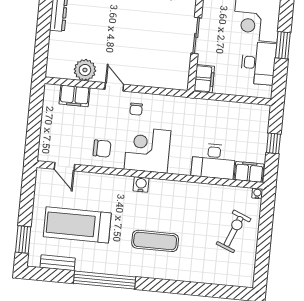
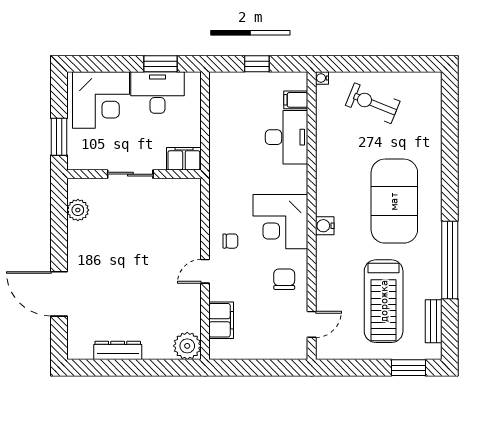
window: (283, 45) -> (161, 64), moved
plant: (85, 70) -> (187, 346), moved
filing cabinet: (249, 172) -> (296, 100), width x0.50
exercise mat: (155, 241) -> (394, 201), width x2.00, depth x1.45

